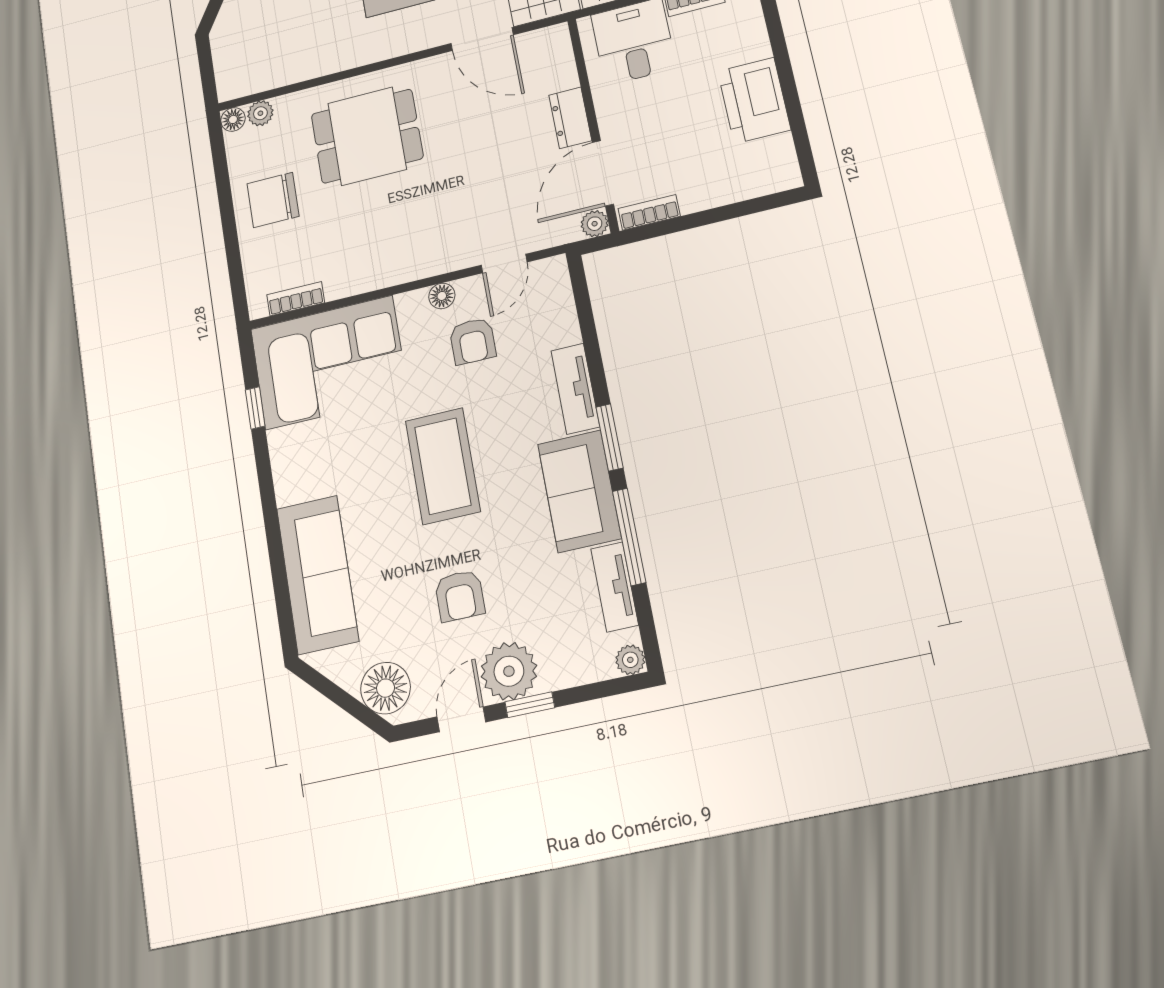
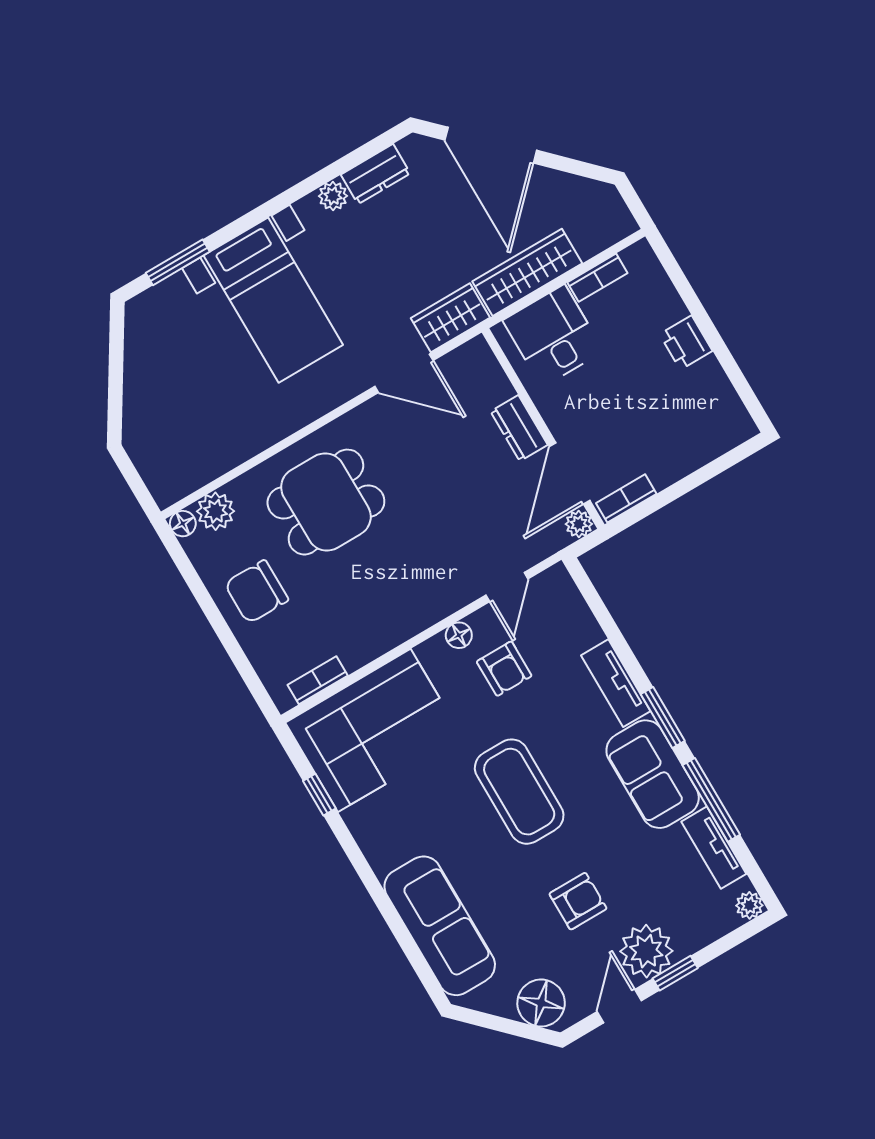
printer: (754, 100) -> (686, 343), width x0.53, depth x0.68
plant: (260, 113) -> (216, 511), width x1.38, depth x1.38
armchair: (460, 596) -> (578, 901), turned -90

